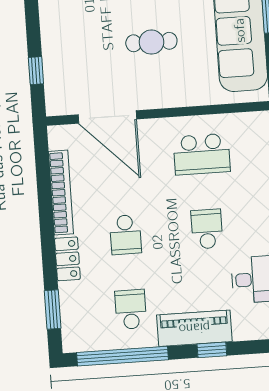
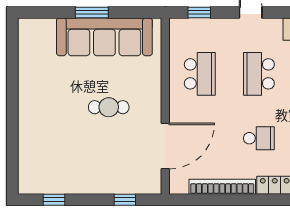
cafe table: (151, 42) -> (109, 107), turned 90
school desk: (207, 229) -> (259, 74), width x1.85

